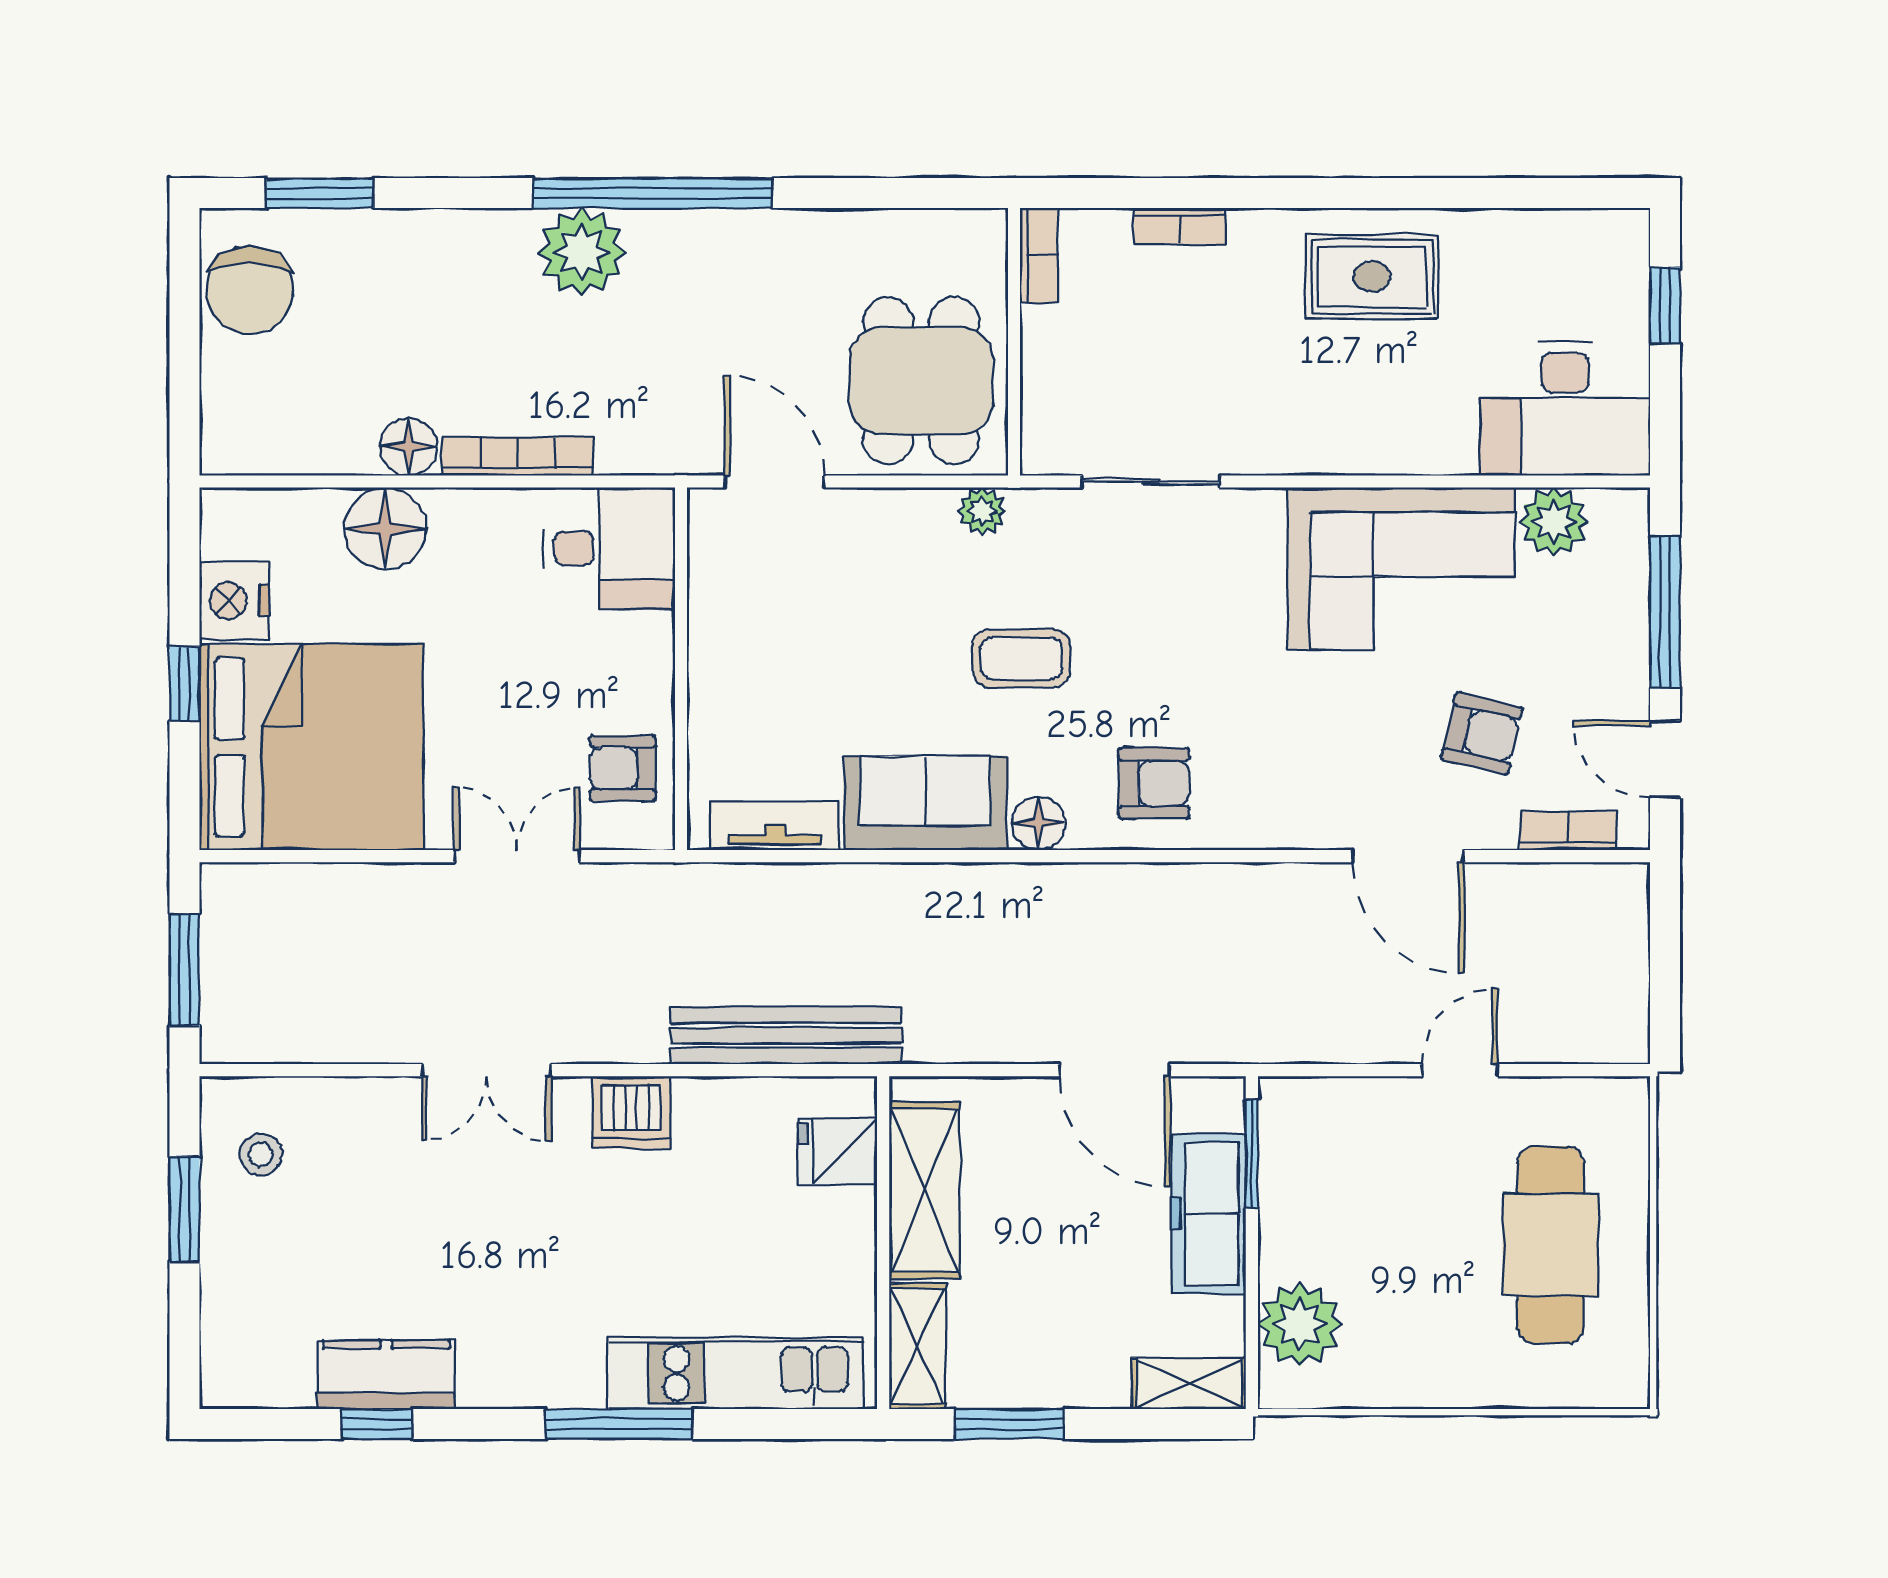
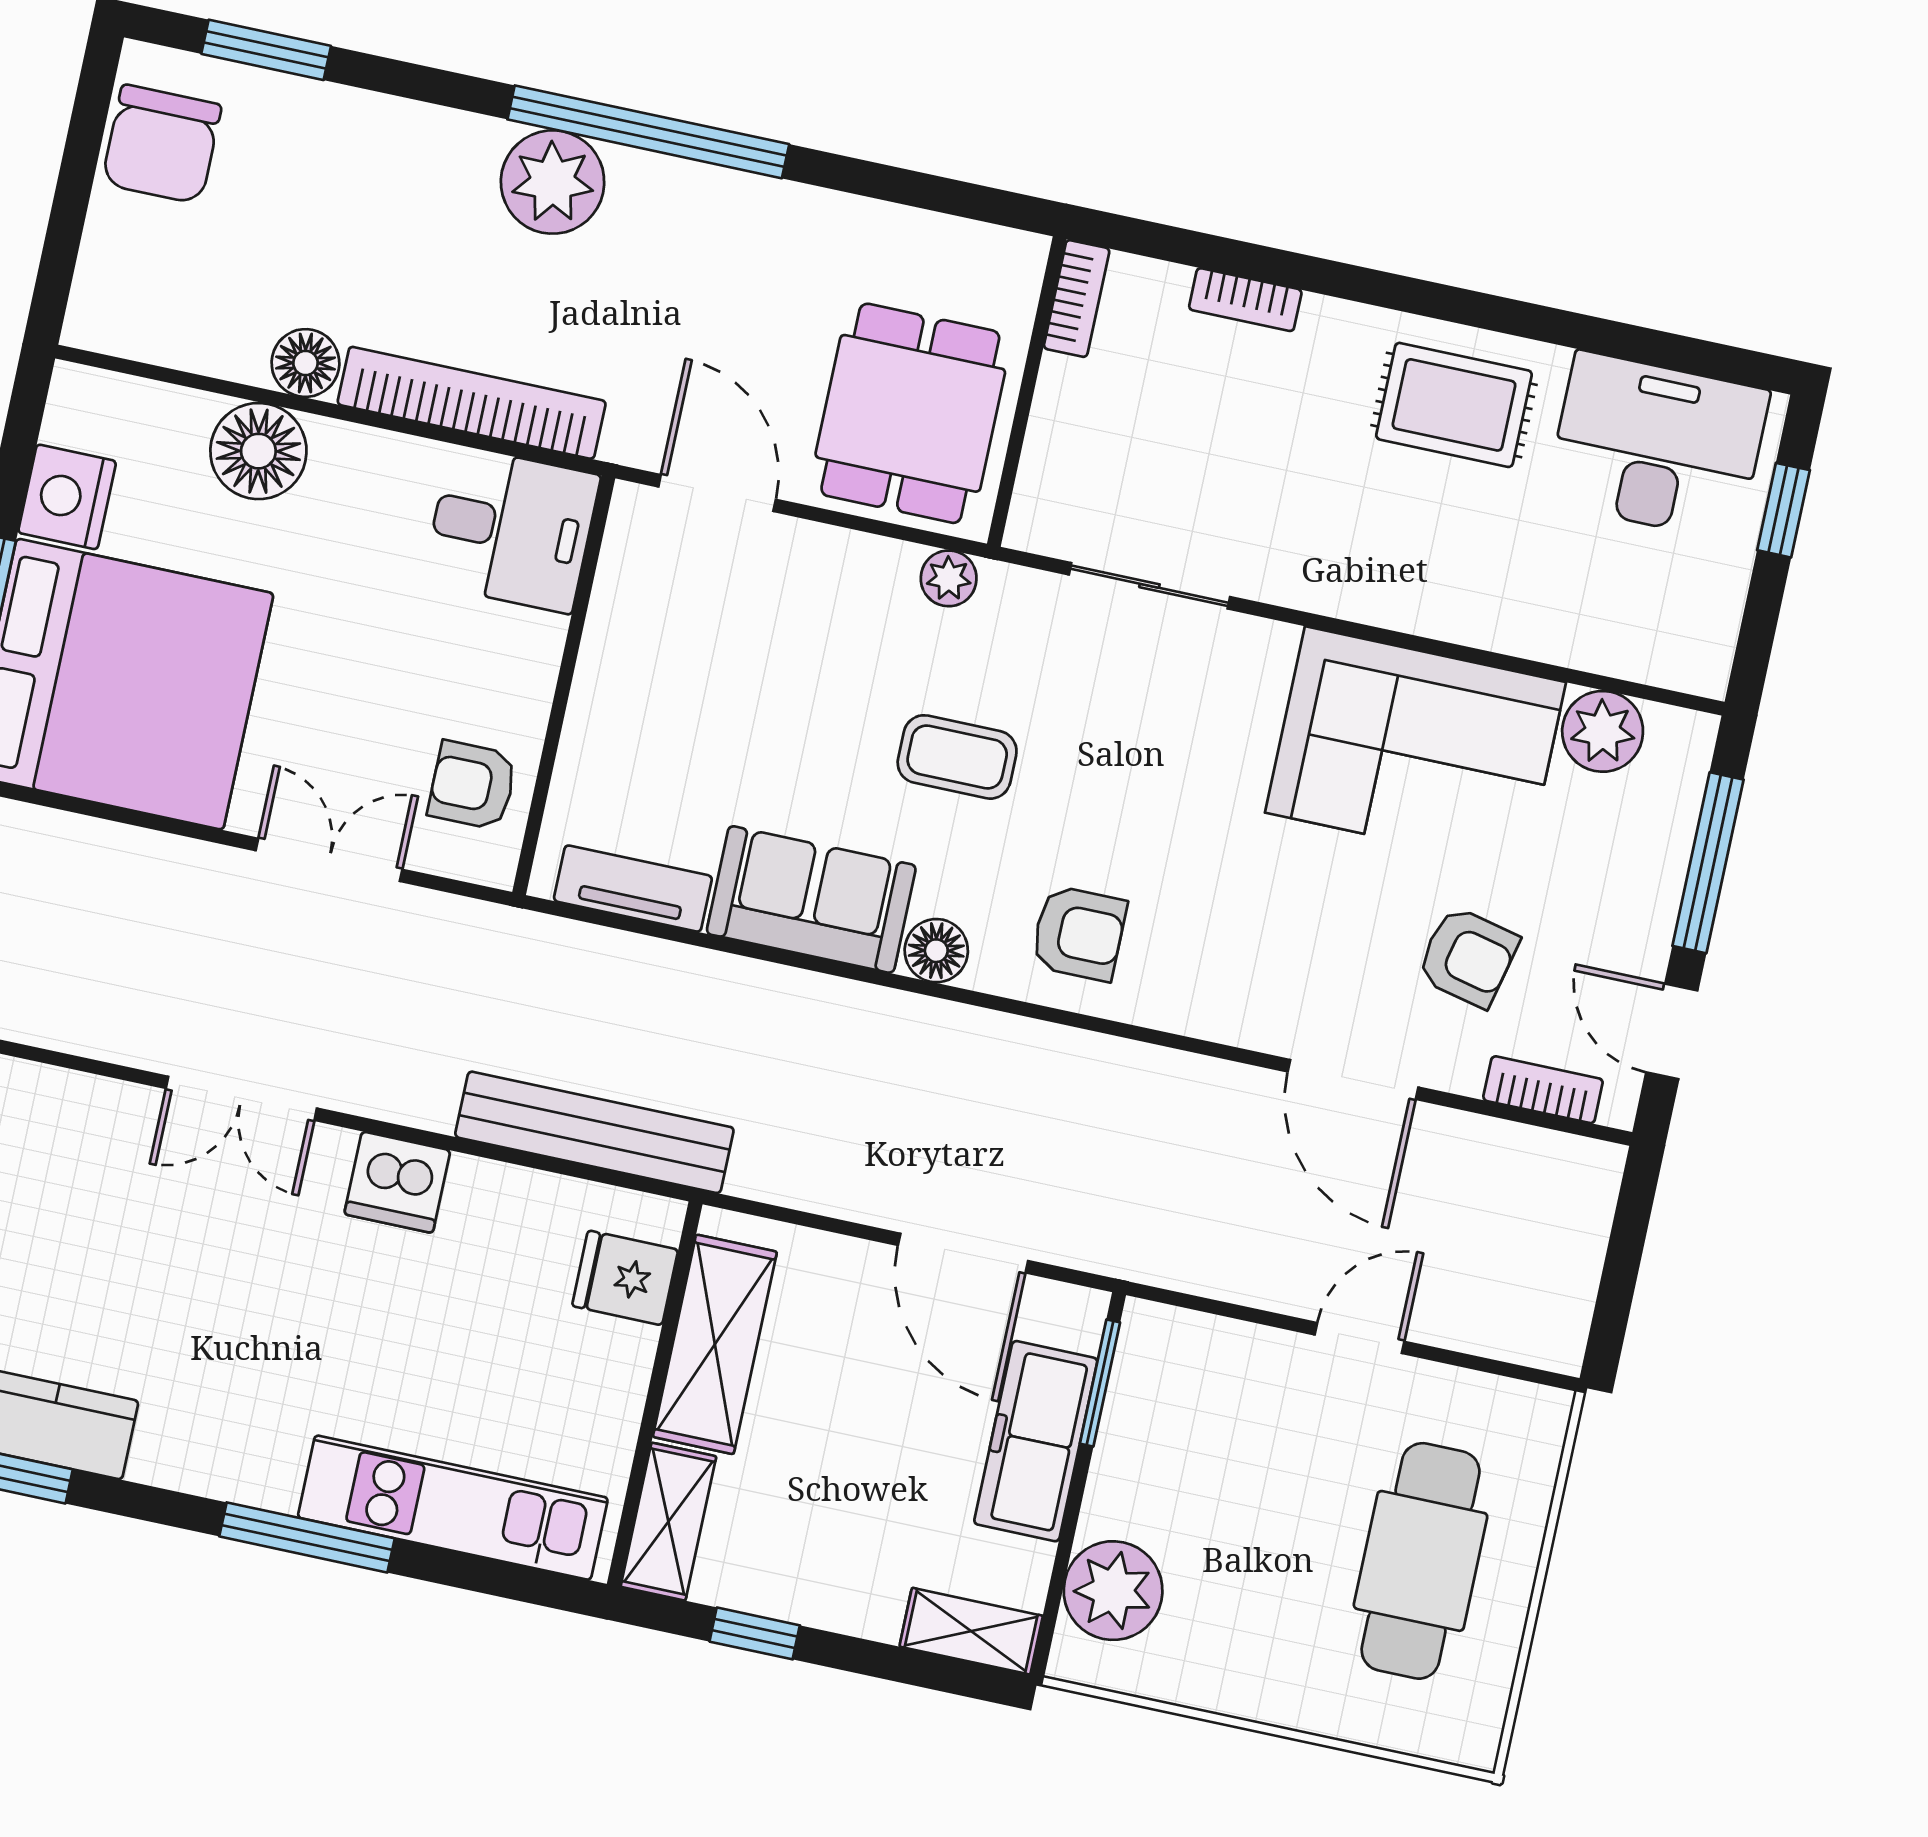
desk: (1565, 409) -> (1657, 446), moved, turned 180
bookcase: (518, 456) -> (472, 403), width x1.48, depth x1.31
window: (1009, 1424) -> (755, 1633), width x0.67

